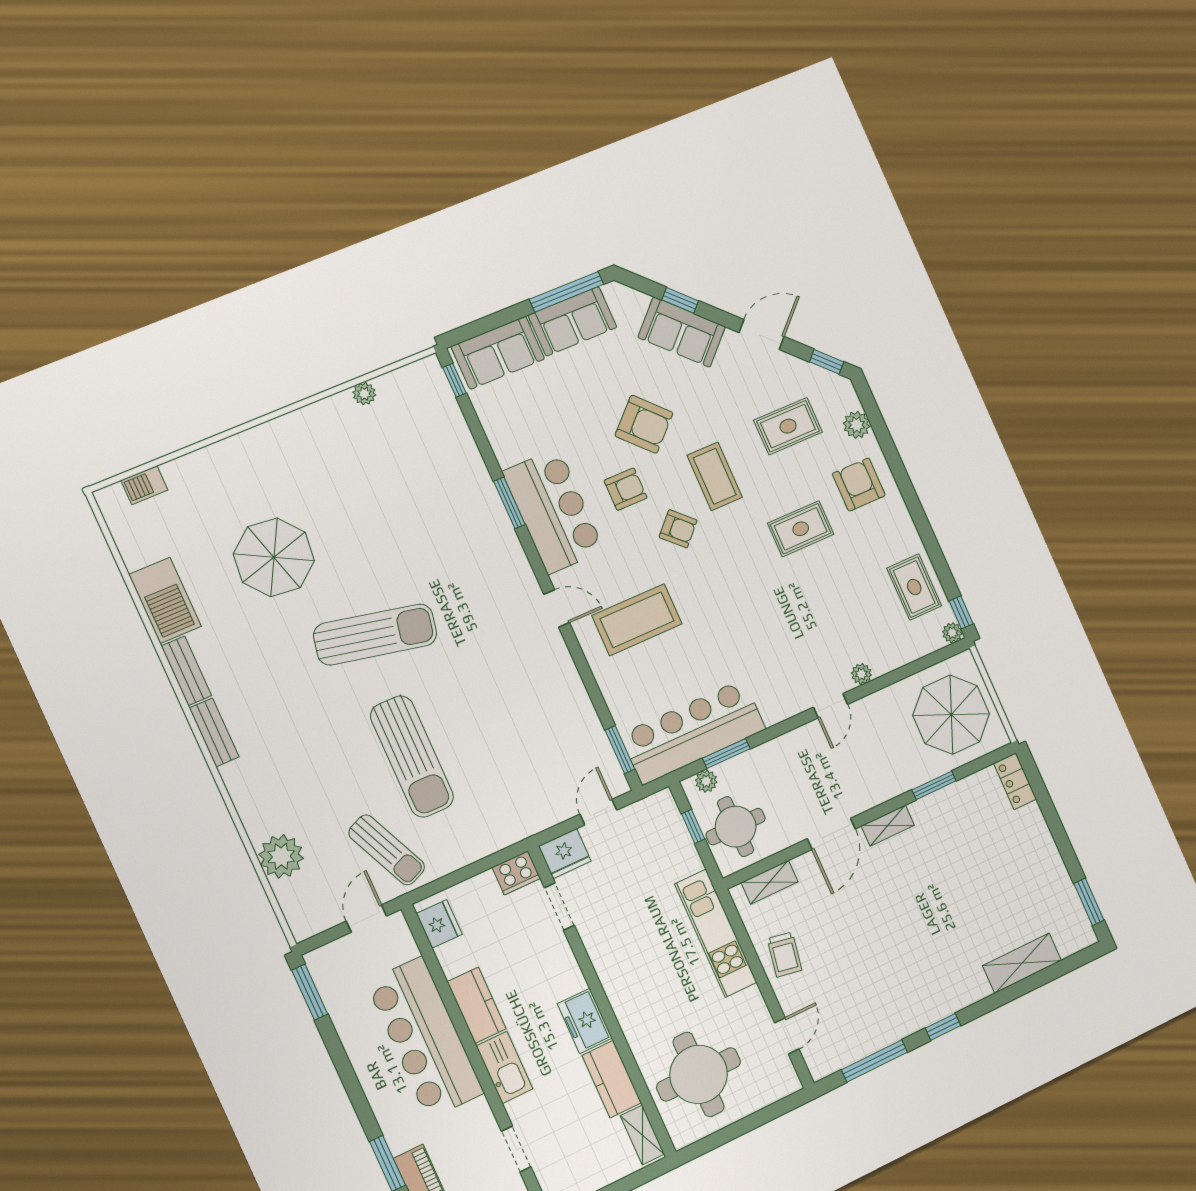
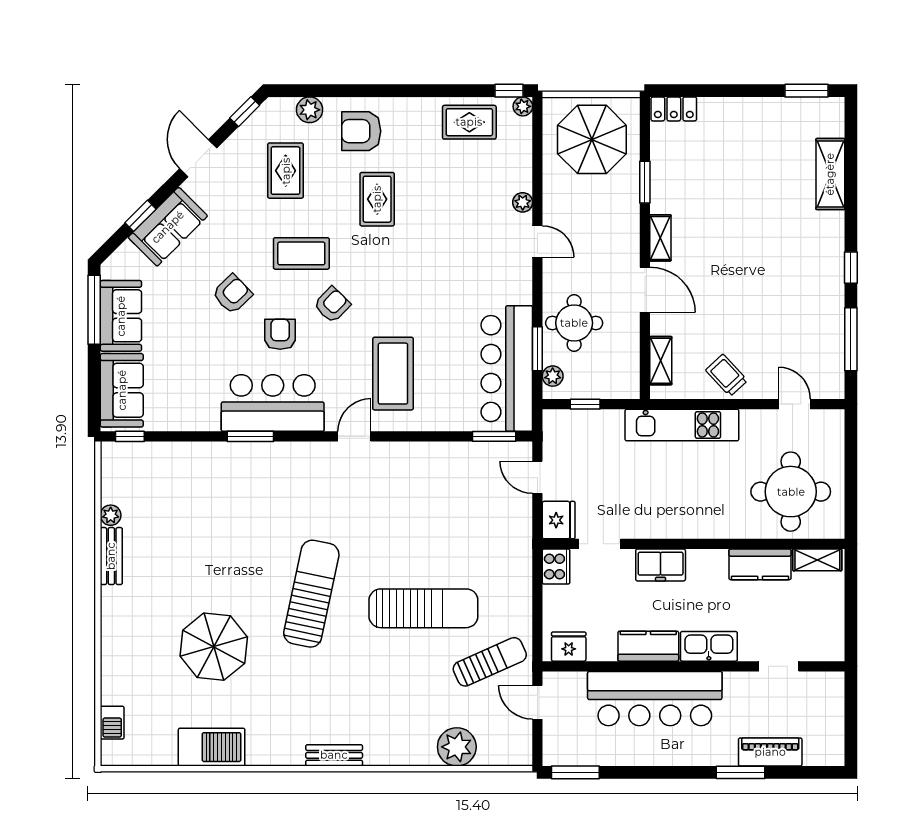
armchair: (644, 424) -> (232, 294), width x0.72, depth x0.72
bench: (186, 671) -> (111, 556), moved, turned 90
round table: (736, 827) -> (574, 323), moved
trolley: (785, 954) -> (727, 375), turned -143
freezer: (585, 1021) -> (661, 565), moved

